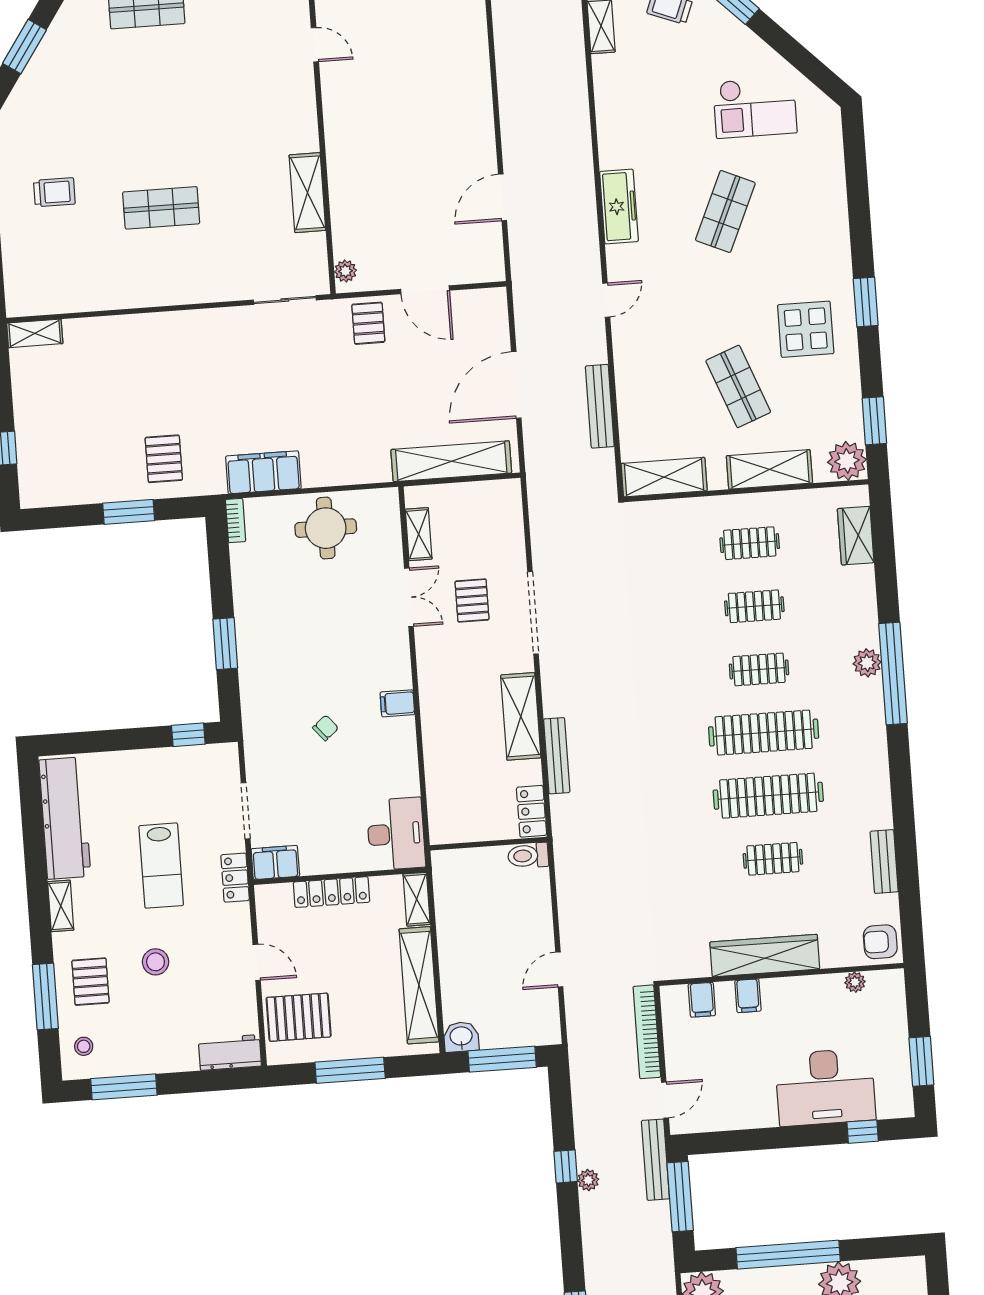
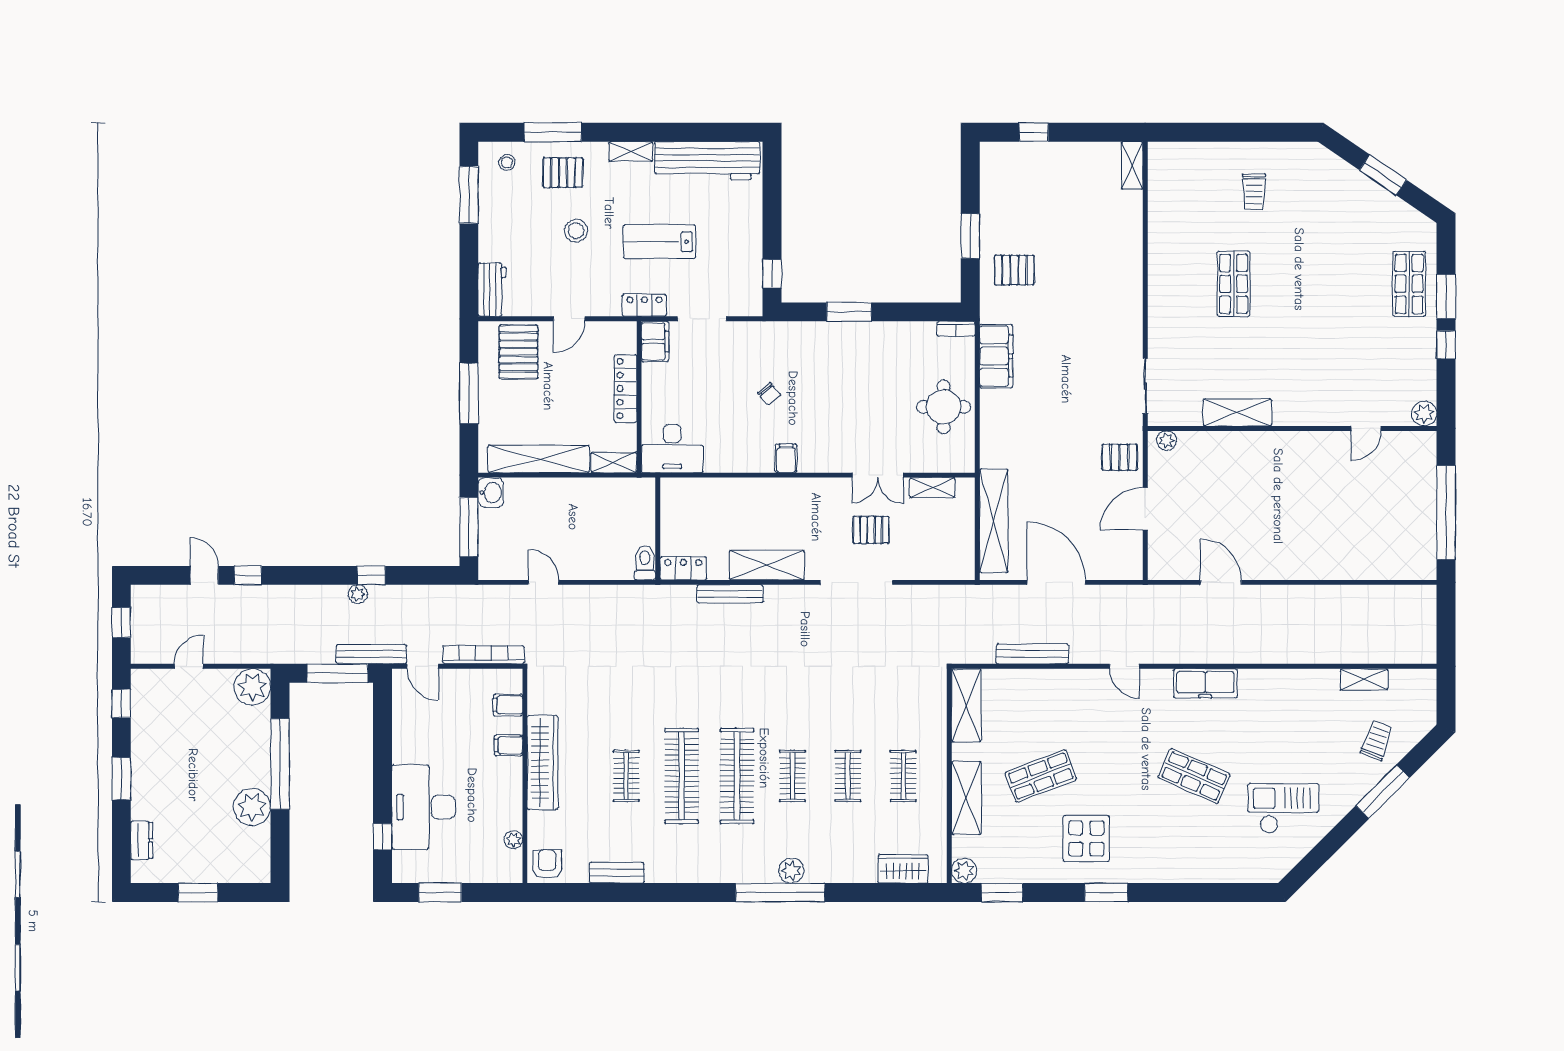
checkout: (755, 107) -> (1283, 808), turned 90
plant: (847, 461) -> (964, 871), width x0.73, depth x0.73

